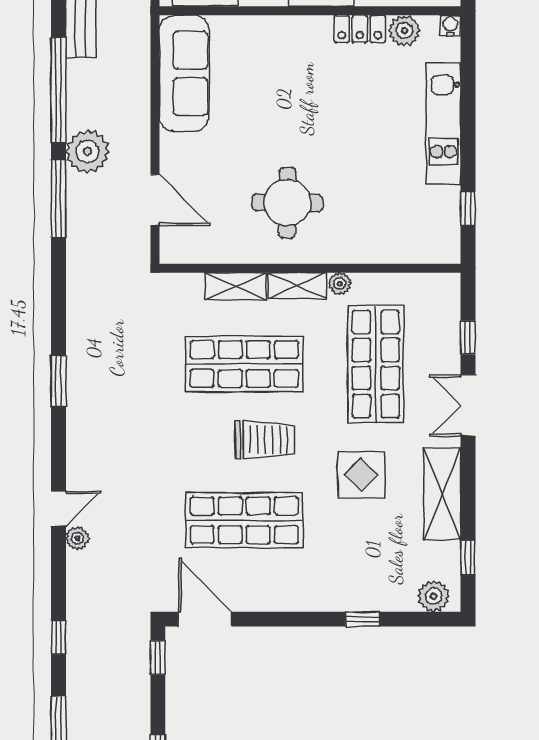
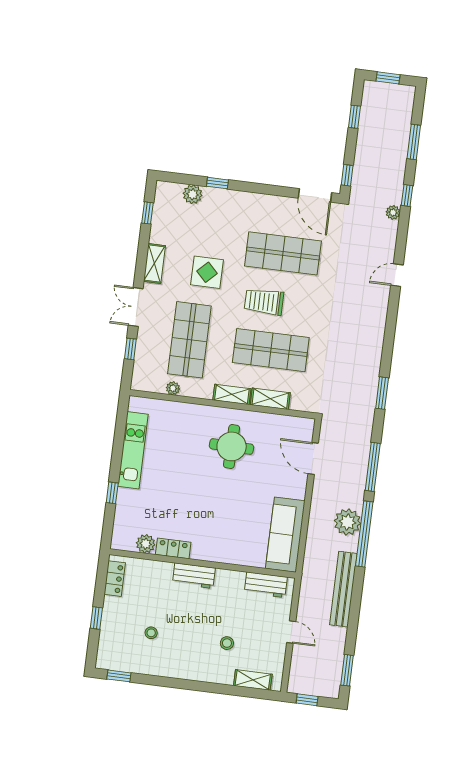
water cooler: (450, 26) -> (117, 543), removed
kitchen unit: (444, 124) -> (133, 450), moved
plant: (88, 152) -> (347, 522), moved
window: (468, 209) -> (112, 493), moved
plant: (340, 284) -> (173, 388), moved
window: (58, 381) -> (382, 393), moved
double door: (468, 405) -> (136, 307), swing flipped
shelving: (442, 494) -> (154, 264), width x0.67, depth x0.75
plant: (77, 538) -> (393, 212), moved
plant: (434, 596) -> (193, 194), moved

